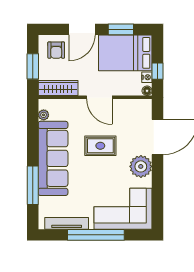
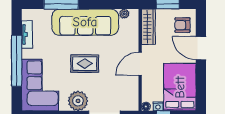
window: (121, 29) -> (201, 83), removed
rug: (100, 146) -> (85, 64), moved, turned 90
tv unit: (67, 223) -> (27, 34), width x0.71

